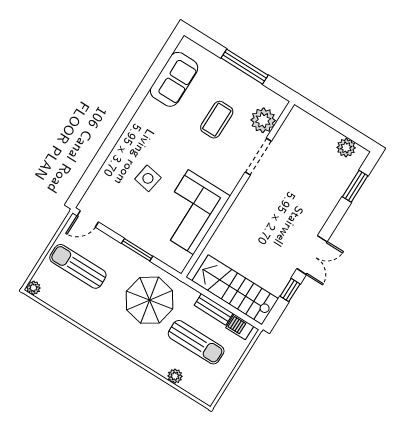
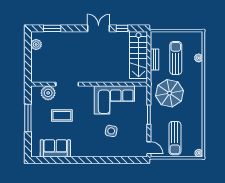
barbecue: (240, 327) -> (155, 41), removed

